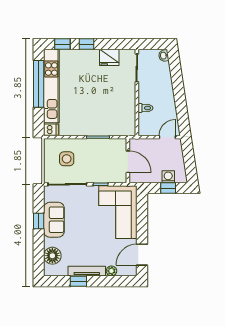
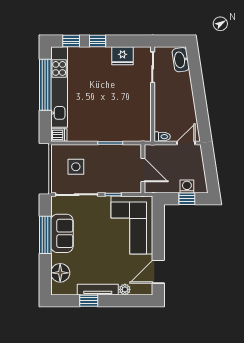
washbasin: (164, 56) -> (181, 60), width x1.91, depth x1.45
toilet: (145, 108) -> (162, 137), moved
window: (39, 221) -> (45, 235), width x2.17

